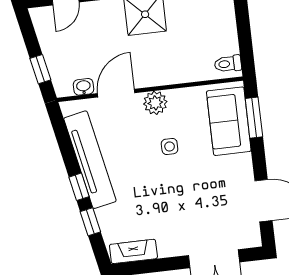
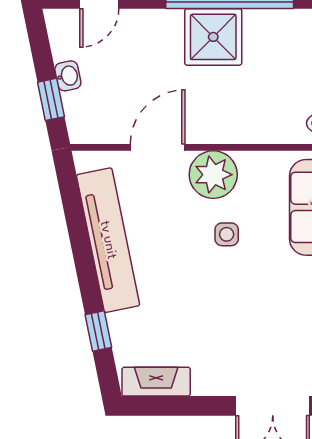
washbasin: (84, 87) -> (68, 76), moved, turned 78
plant: (155, 103) -> (213, 175), width x1.36, depth x1.36
window: (79, 187) -> (87, 278), removed

